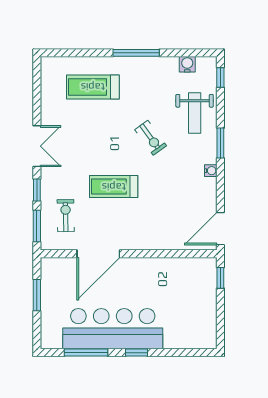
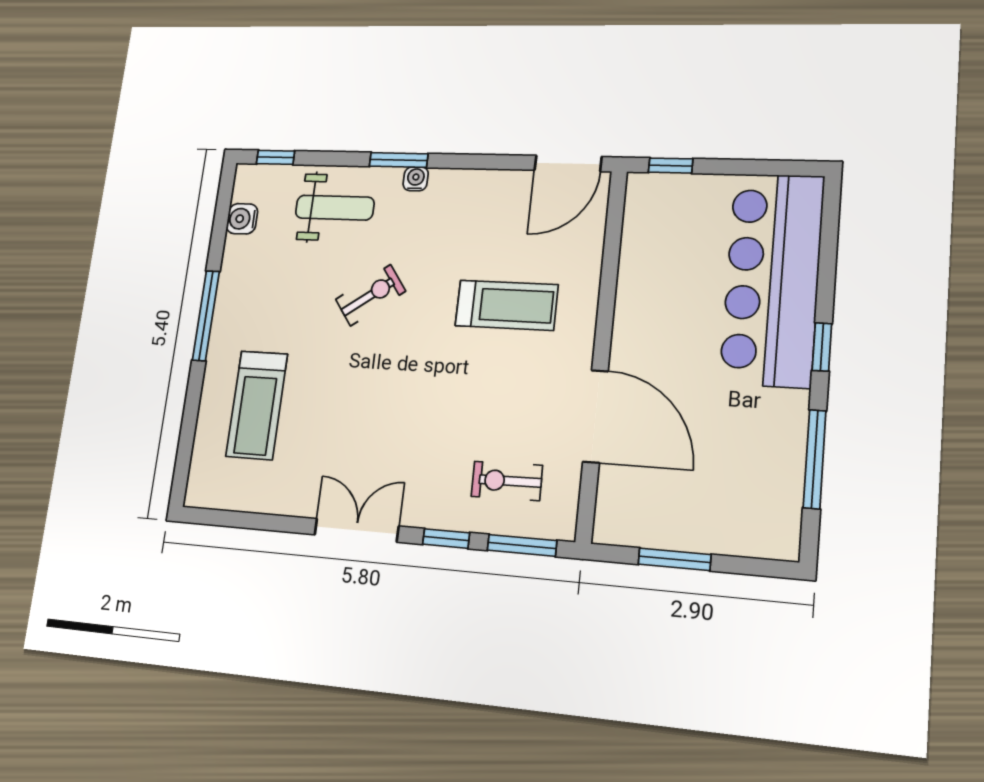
water cooler: (211, 171) -> (416, 179), moved
treadmill: (114, 187) -> (507, 305), moved, turned -90
door: (220, 229) -> (568, 163), hinge flipped
bar counter: (113, 329) -> (772, 279), moved

